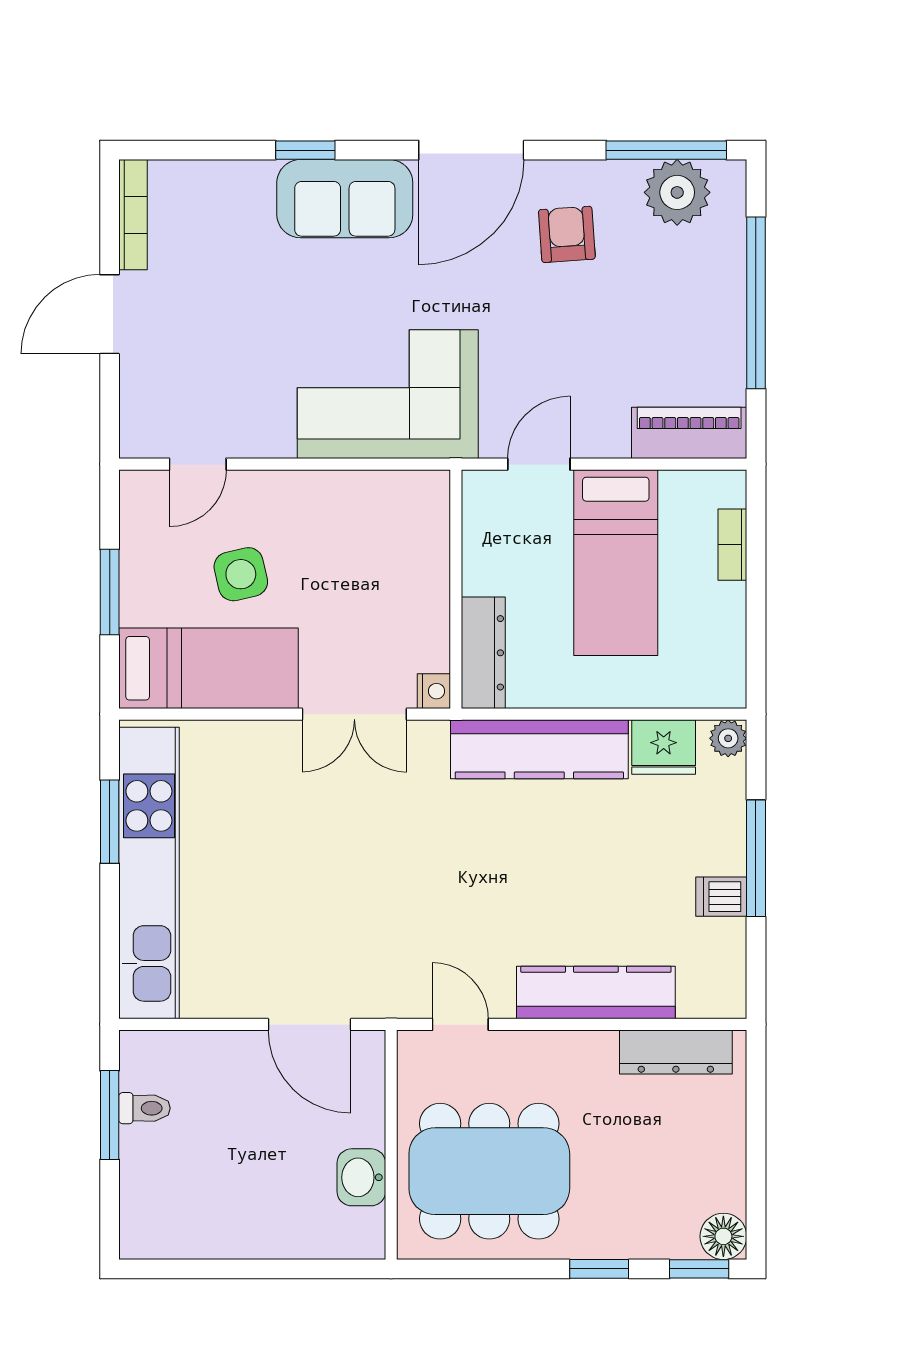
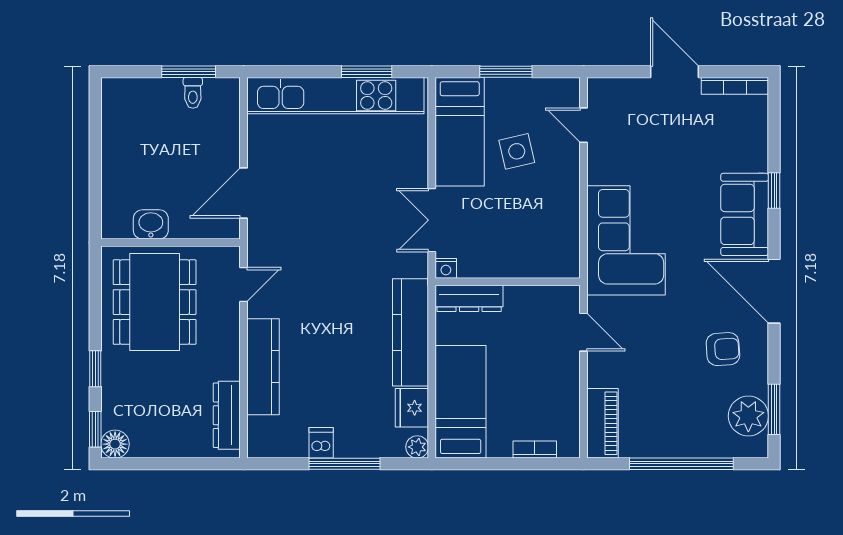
window: (666, 150) -> (774, 409), width x0.69
bed: (616, 563) -> (461, 402), moved, turned 90

